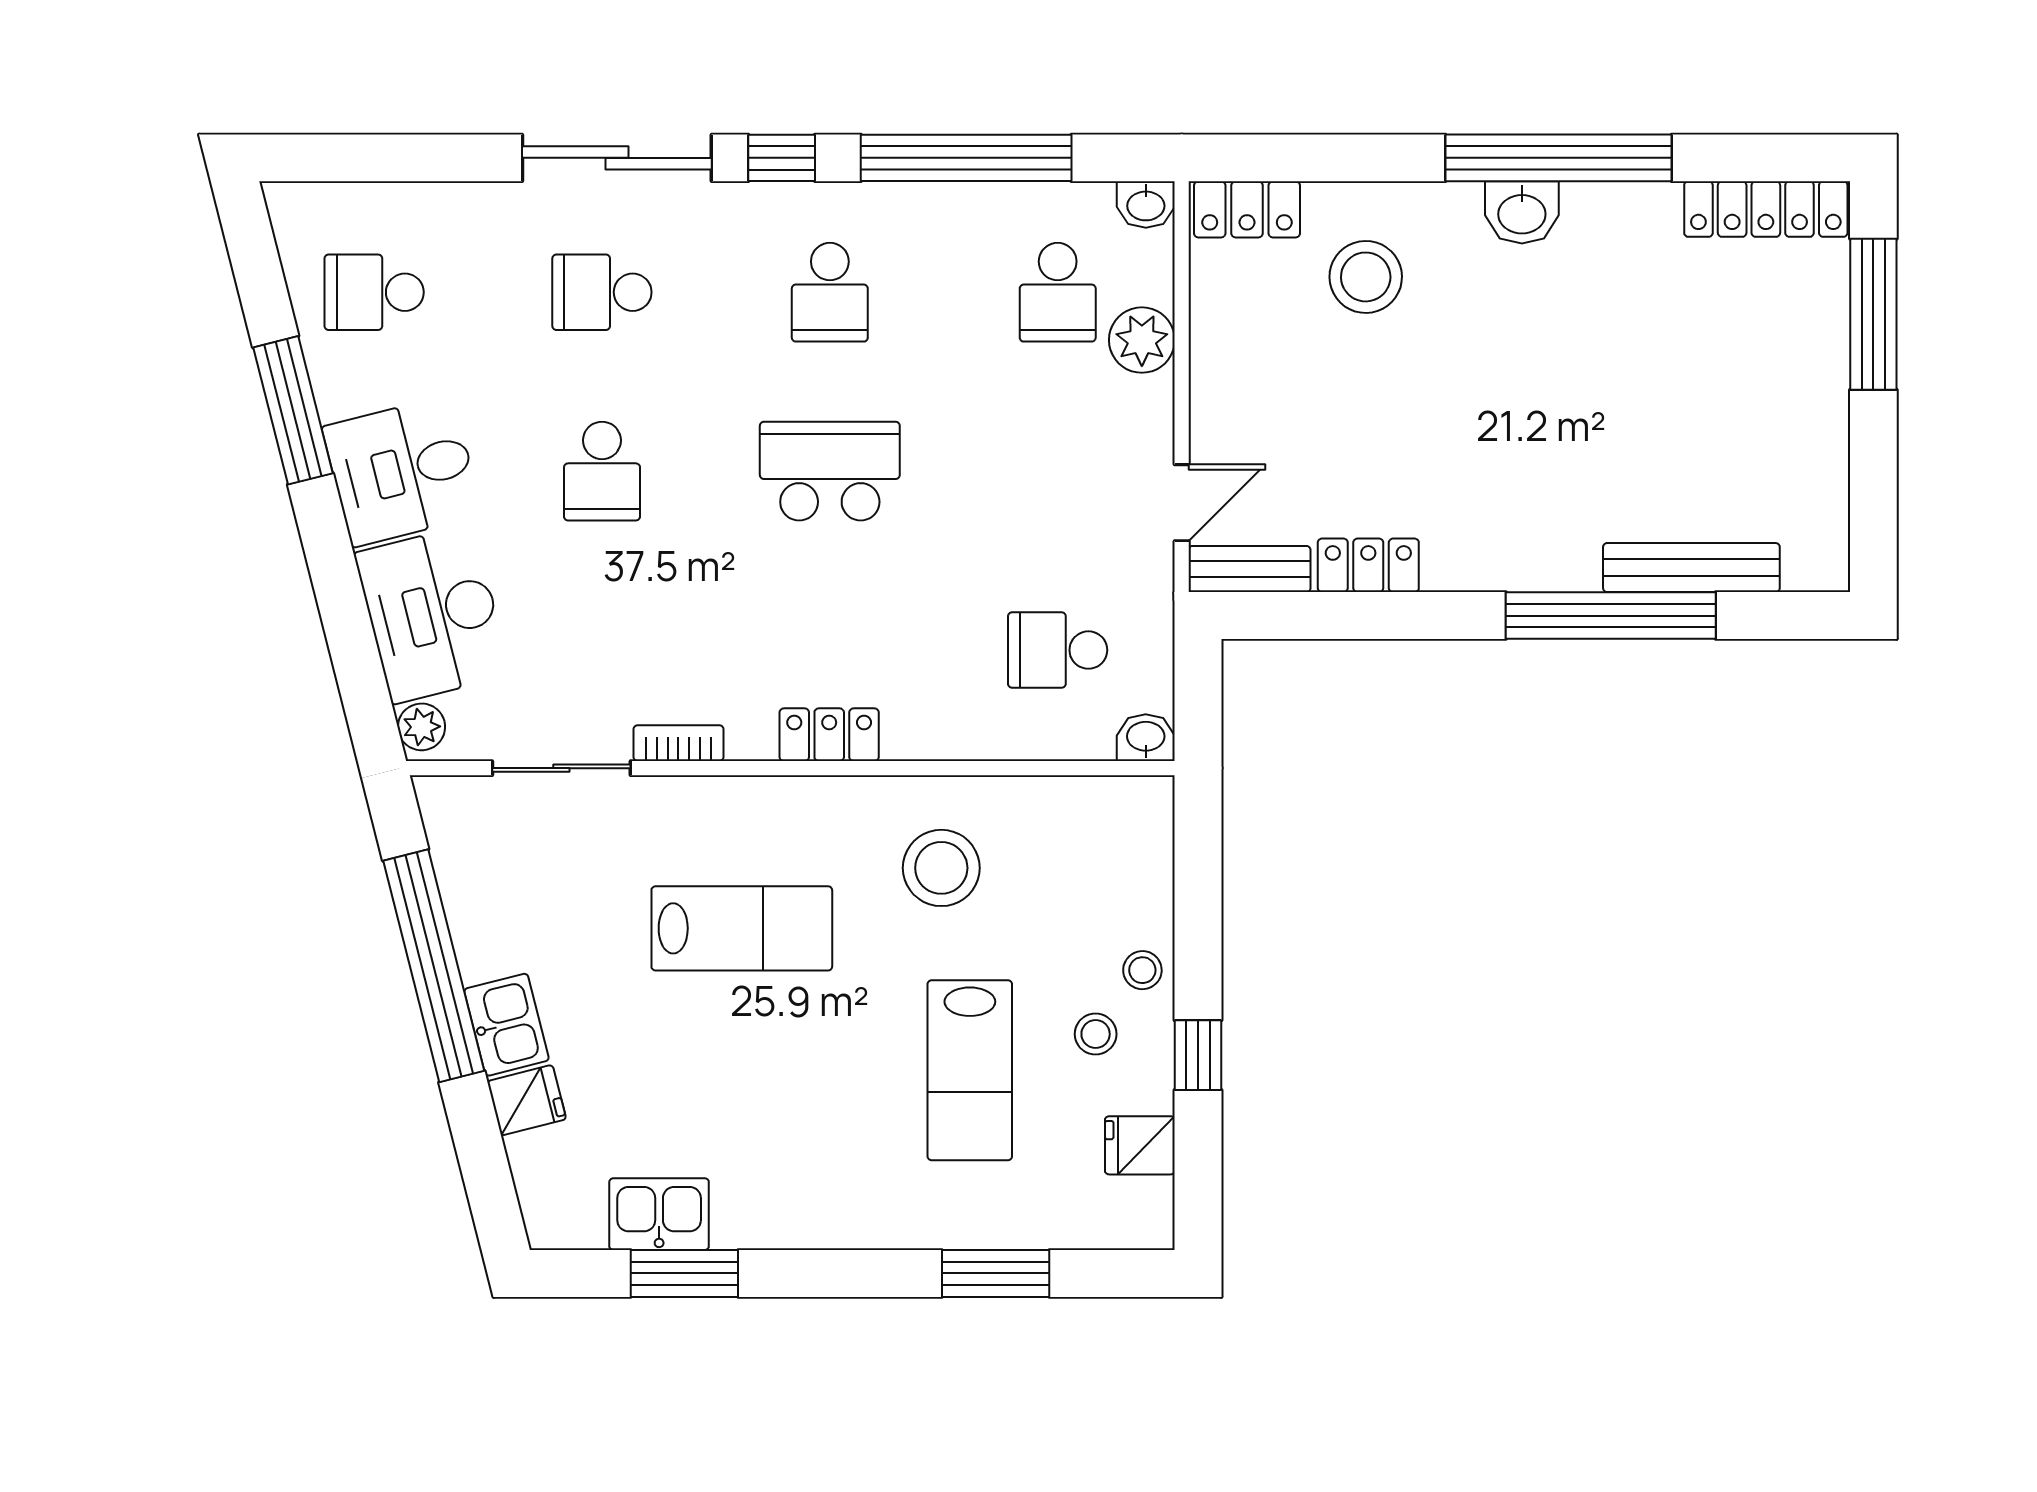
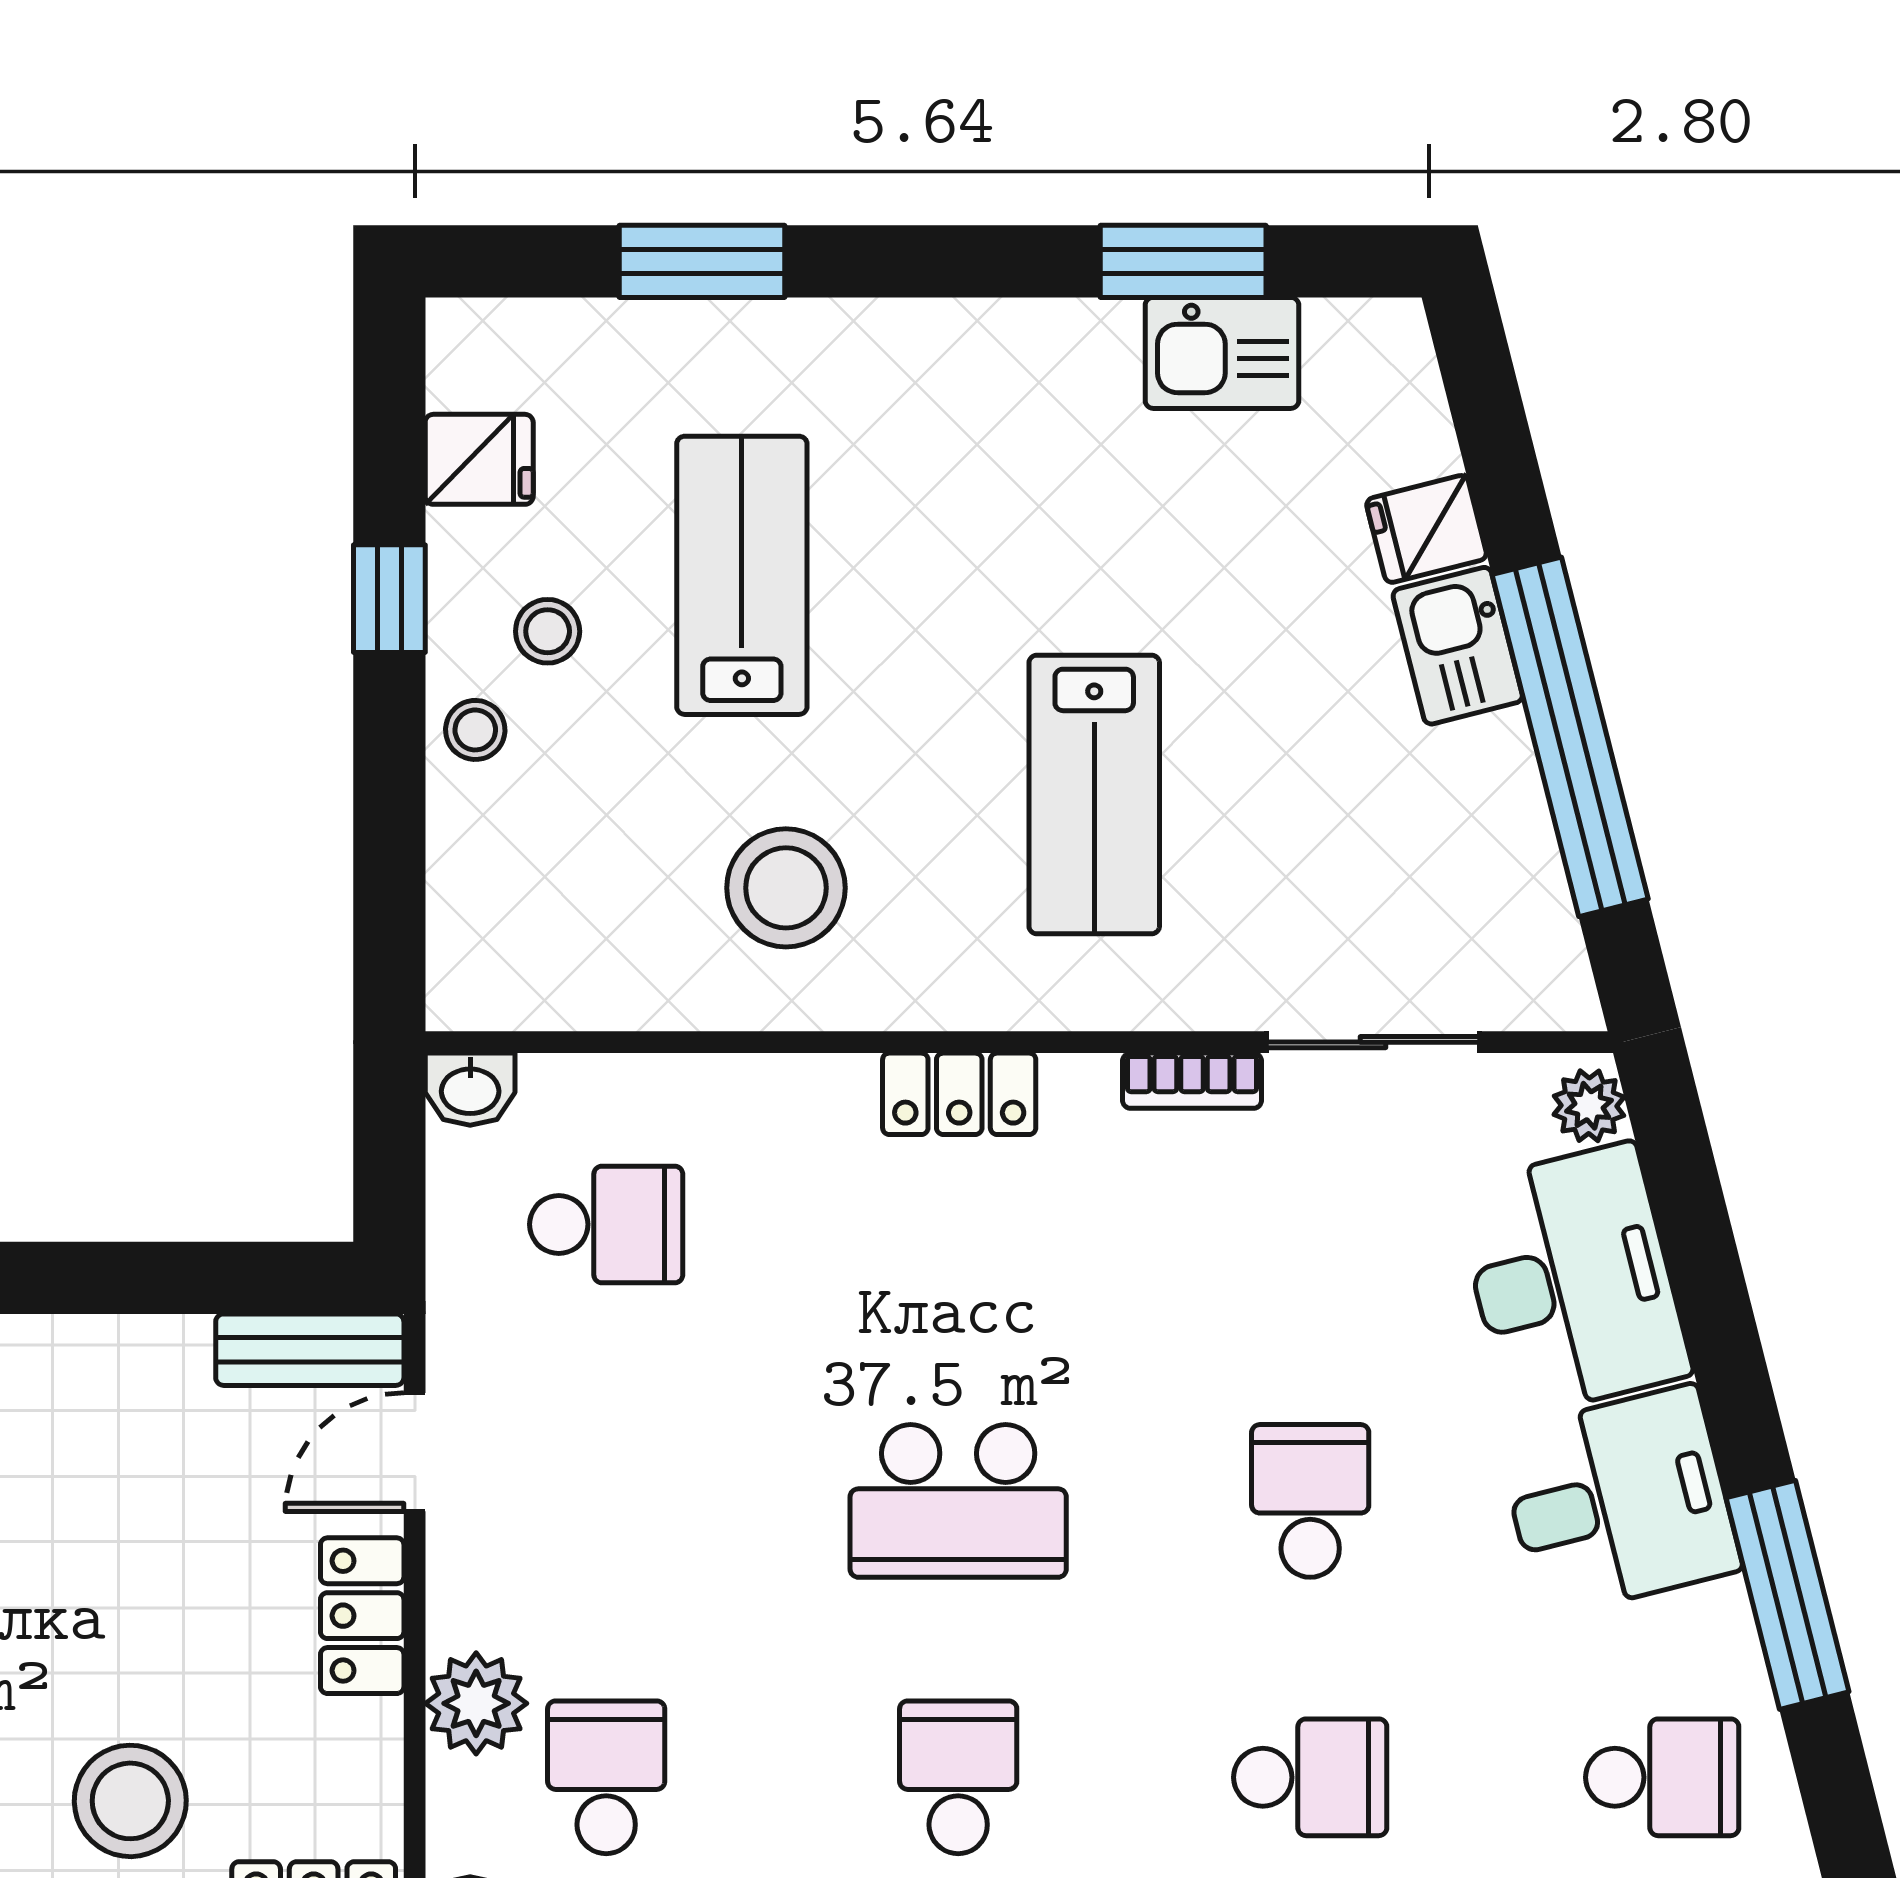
locker: (1368, 565) -> (362, 1616), moved, turned 90
lab bench: (742, 928) -> (1094, 794), turned -90

